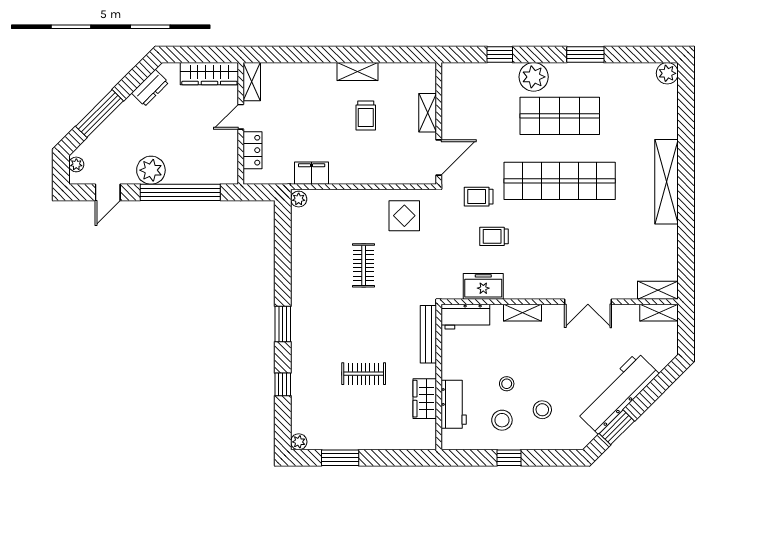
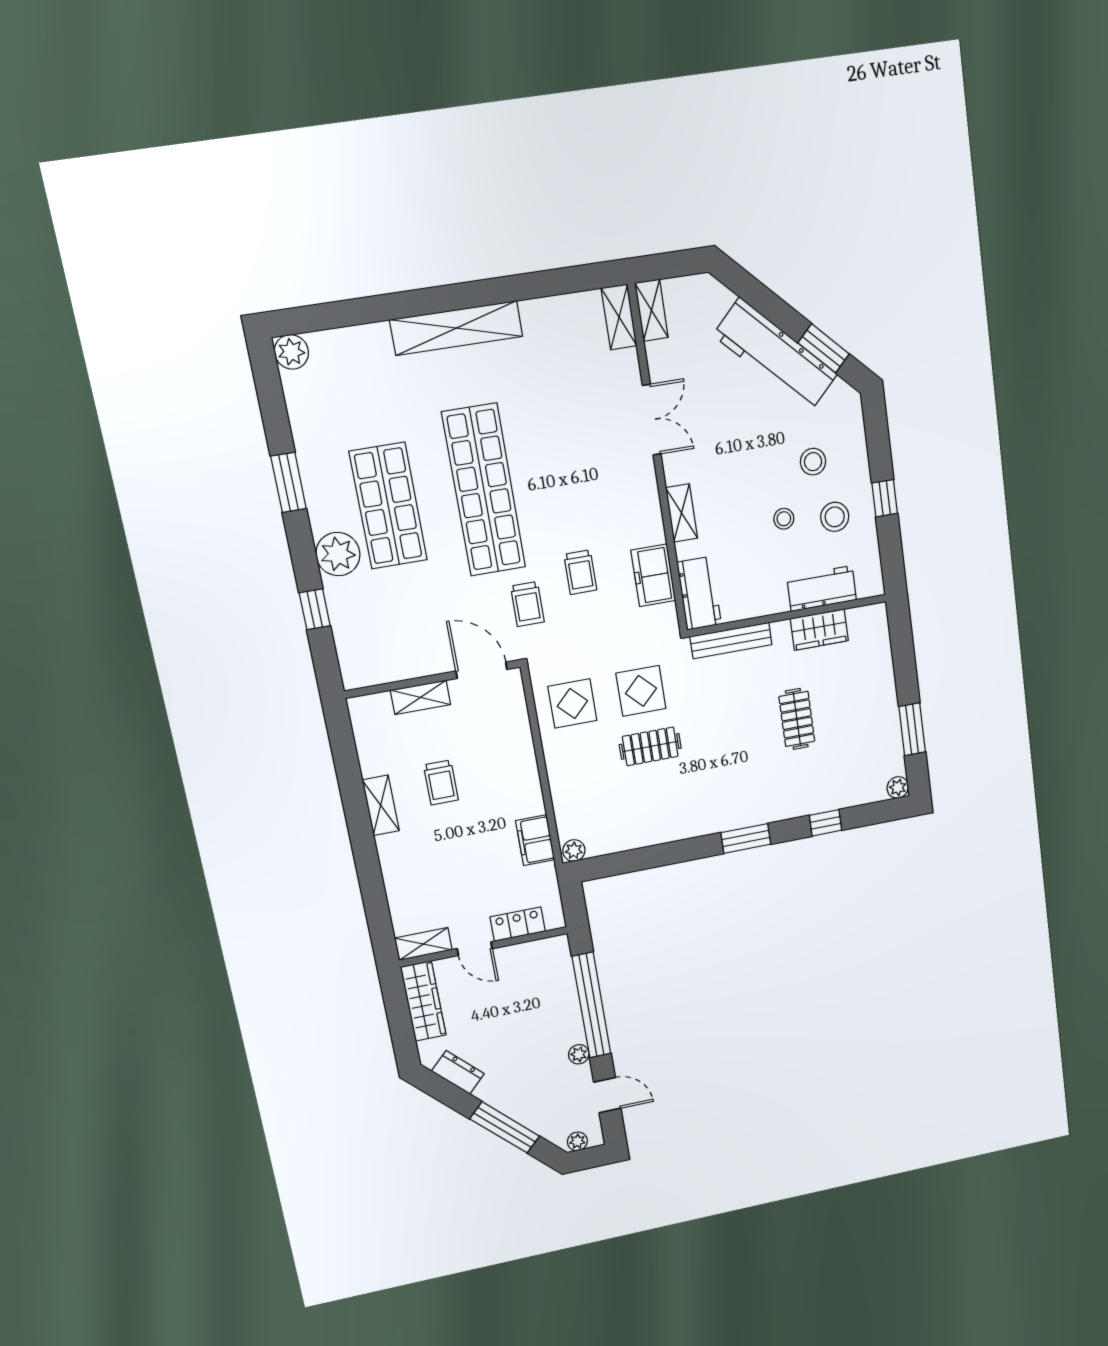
trolley: (366, 115) -> (441, 782), turned 90
plant: (151, 170) -> (579, 1054), width x0.53, depth x0.53
display table: (404, 265) -> (641, 691), added

